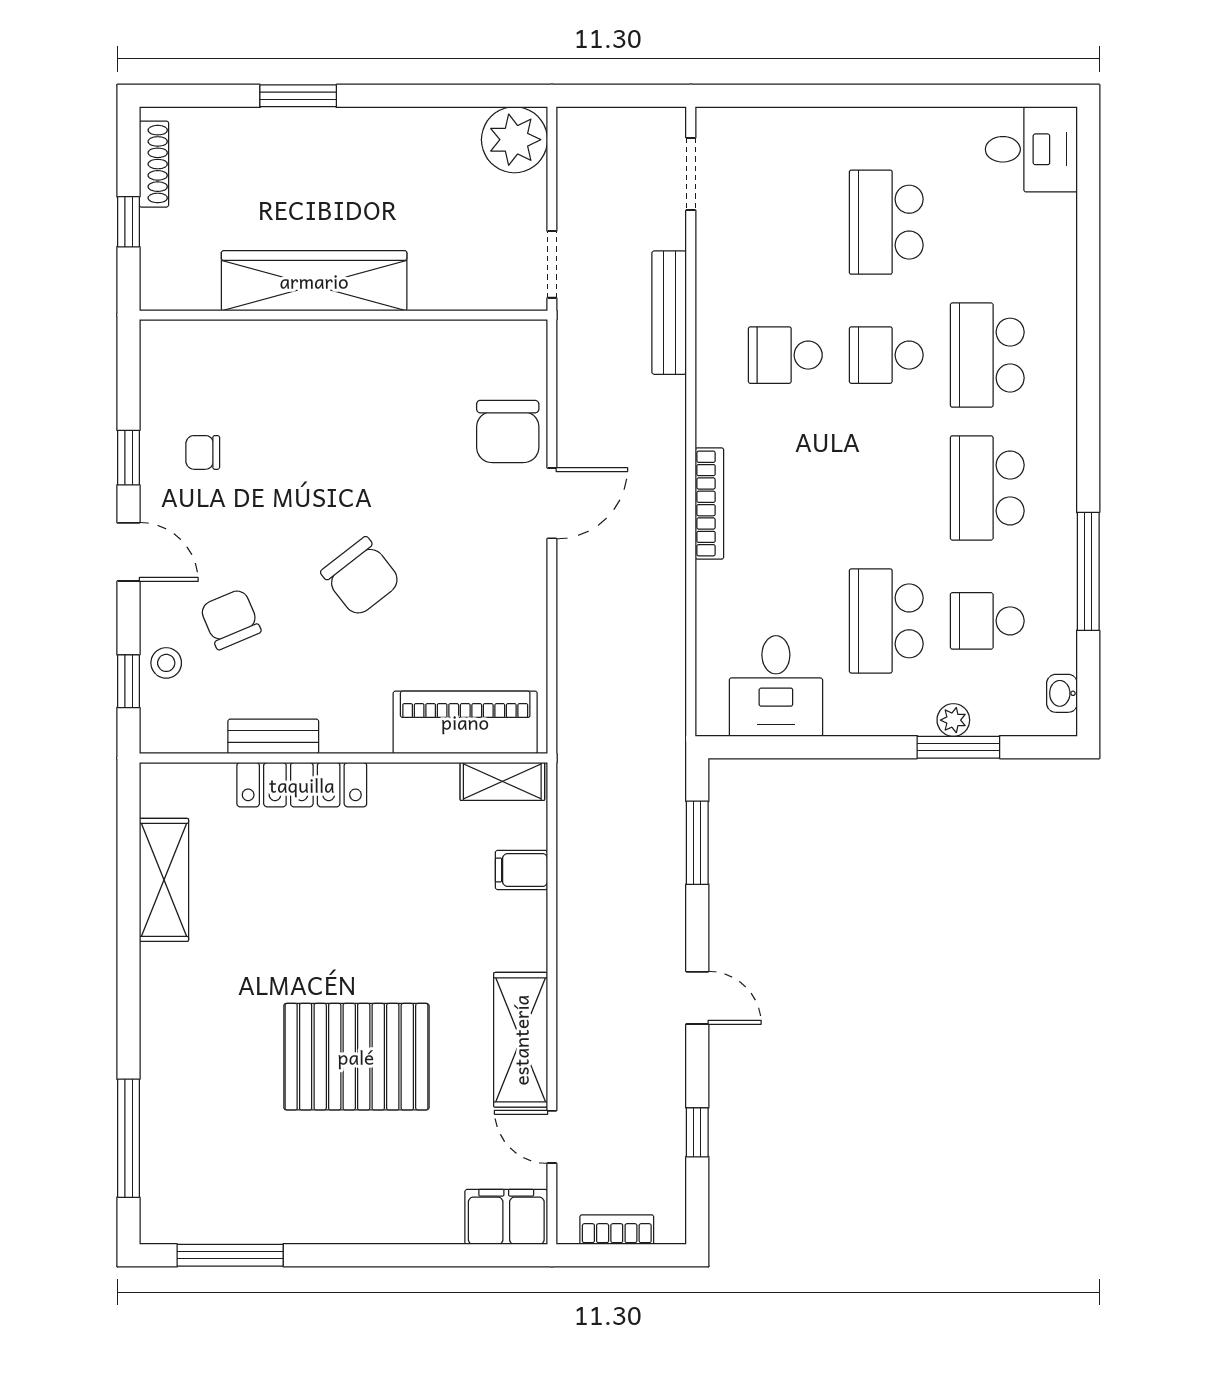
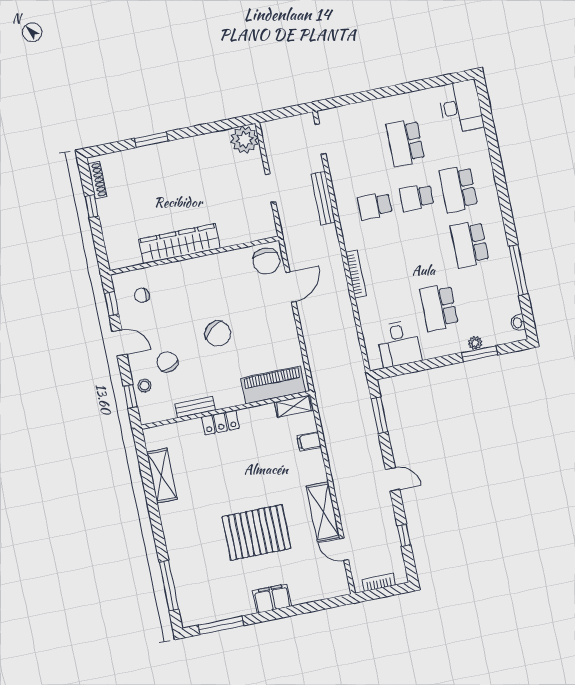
desk: (1031, 149) -> (461, 107), width x1.37
wardrobe: (314, 281) -> (179, 244), moved
wall: (343, 315) -> (194, 255), moved
school desk: (987, 621) -> (481, 299), removed
locker: (302, 785) -> (220, 423), width x0.66
filing cabinet: (506, 1217) -> (272, 598), moved

